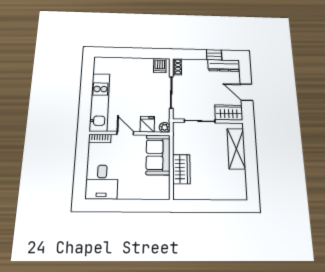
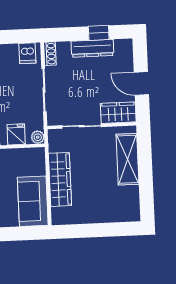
dresser: (224, 65) -> (92, 48), moved
sofa: (158, 155) -> (33, 201), moved
wardrobe: (181, 169) -> (60, 179), width x1.50

